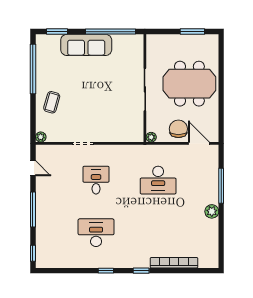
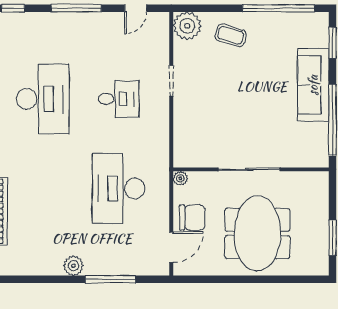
plant: (41, 137) -> (187, 26), width x1.87, depth x1.87
desk: (158, 180) -> (119, 188), width x1.36, depth x1.30
desk: (96, 233) -> (43, 99), width x1.36, depth x1.30

